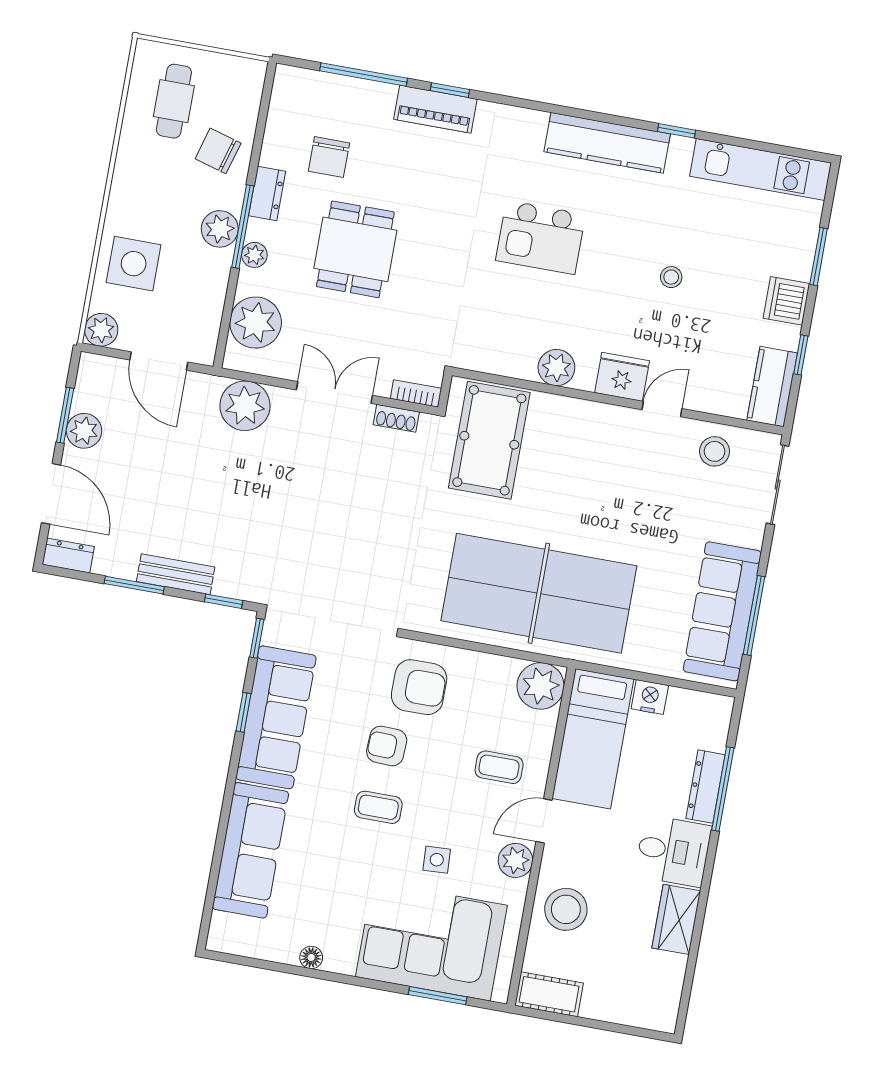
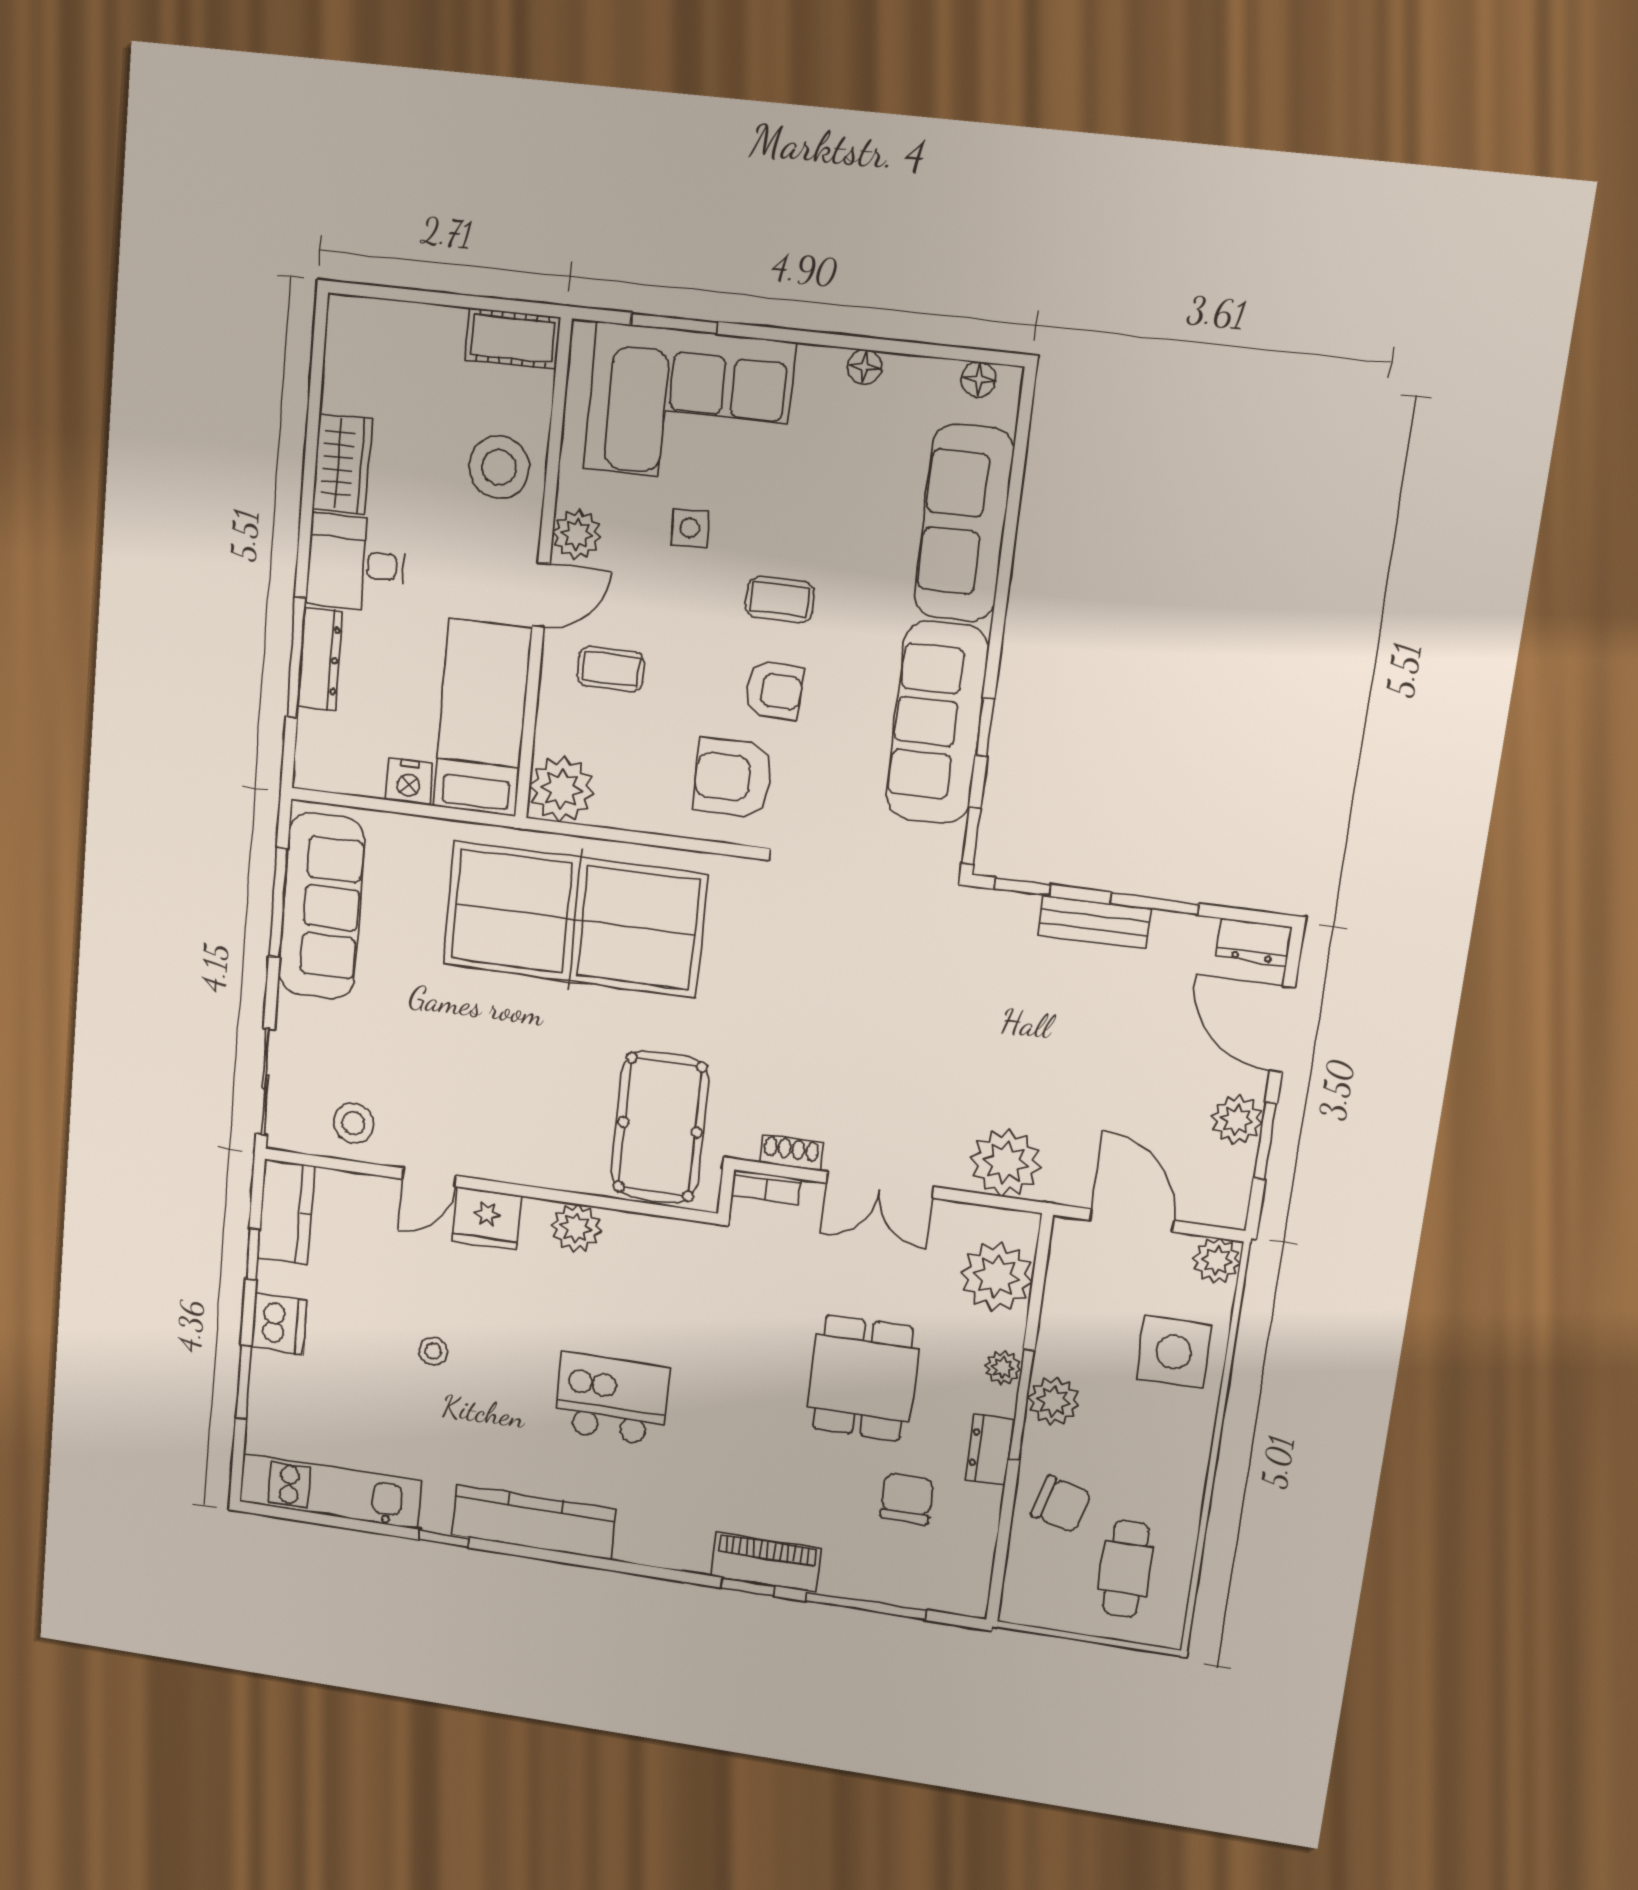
floor lamp: (236, 944) -> (978, 379), added

